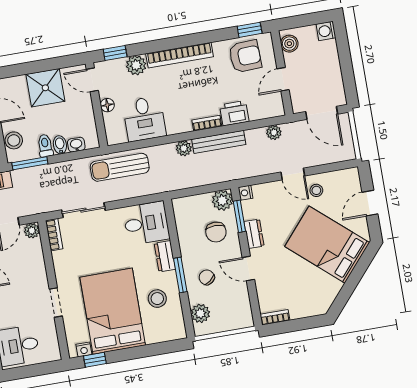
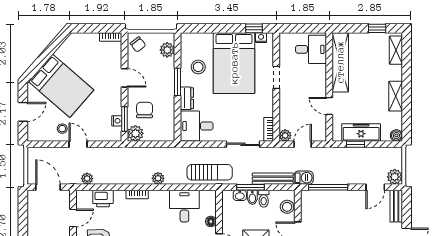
printer: (234, 113) -> (103, 199), moved
bench: (219, 142) -> (273, 179), moved
window: (30, 163) -> (250, 187), moved
nightstand: (245, 193) -> (117, 121), moved
dresser: (254, 234) -> (116, 104), removed
chair: (207, 277) -> (138, 44), moved

